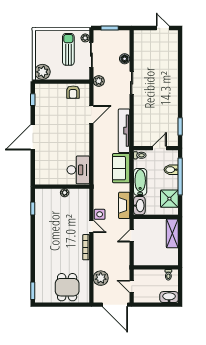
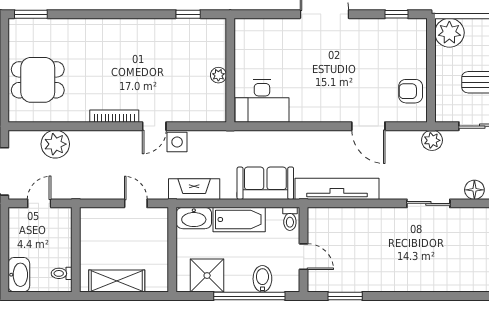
shelving: (172, 233) -> (117, 281), moved

